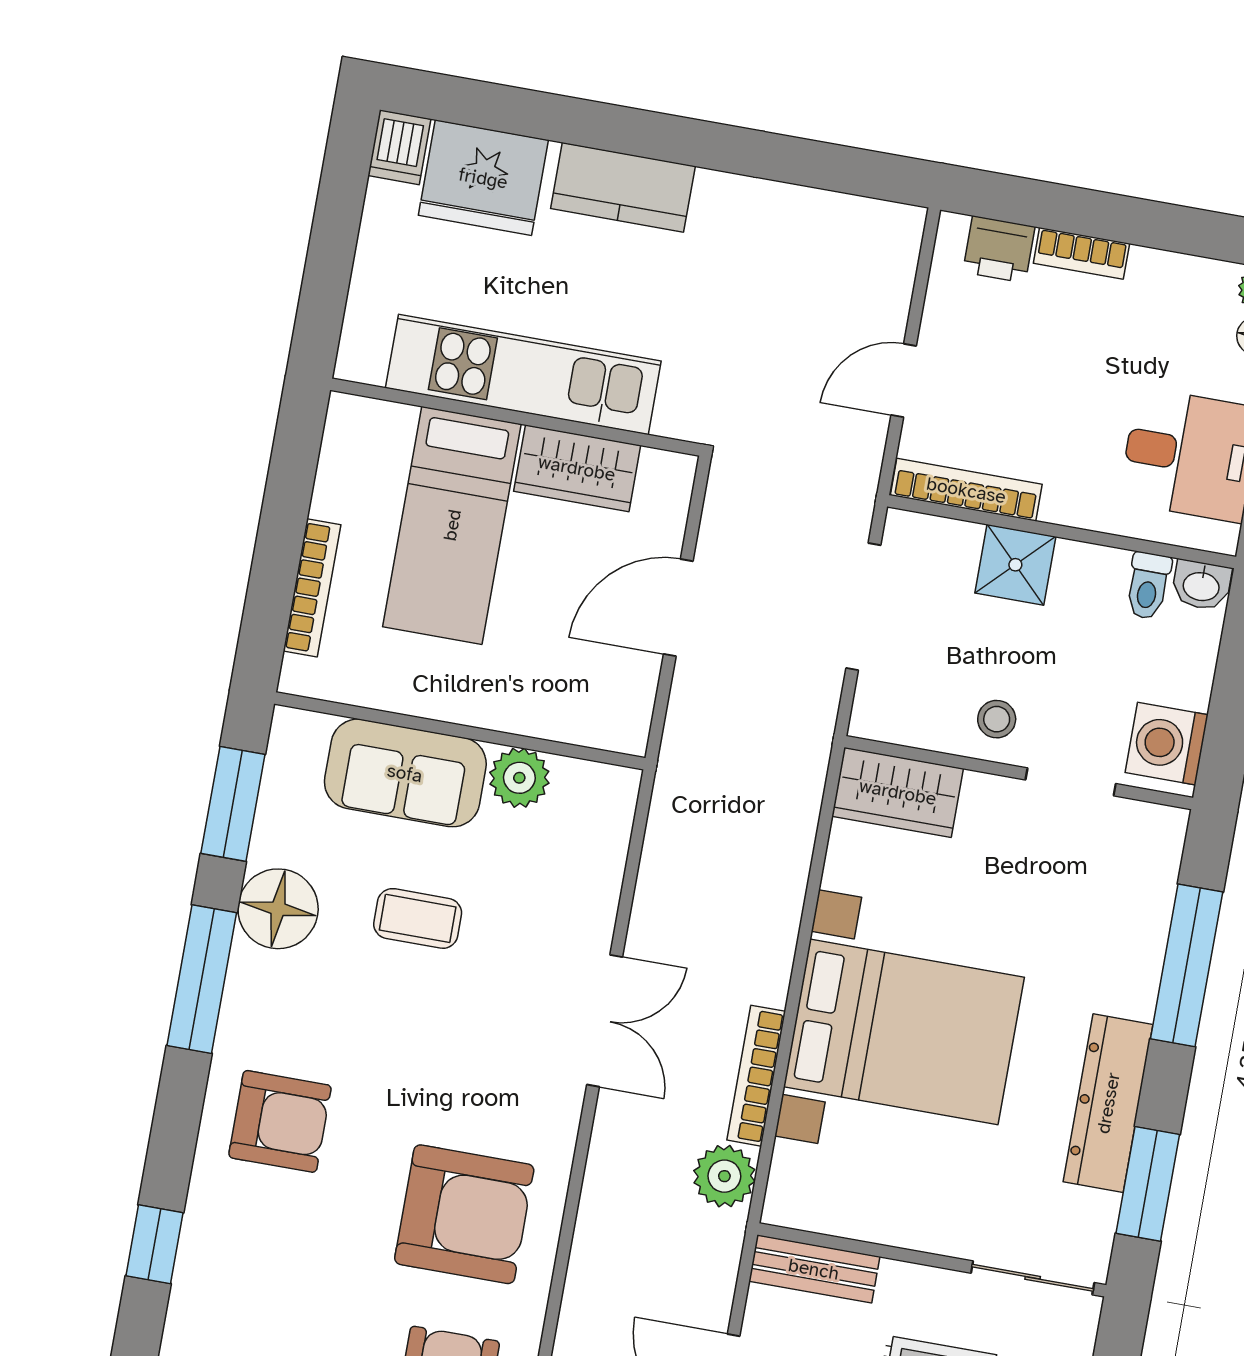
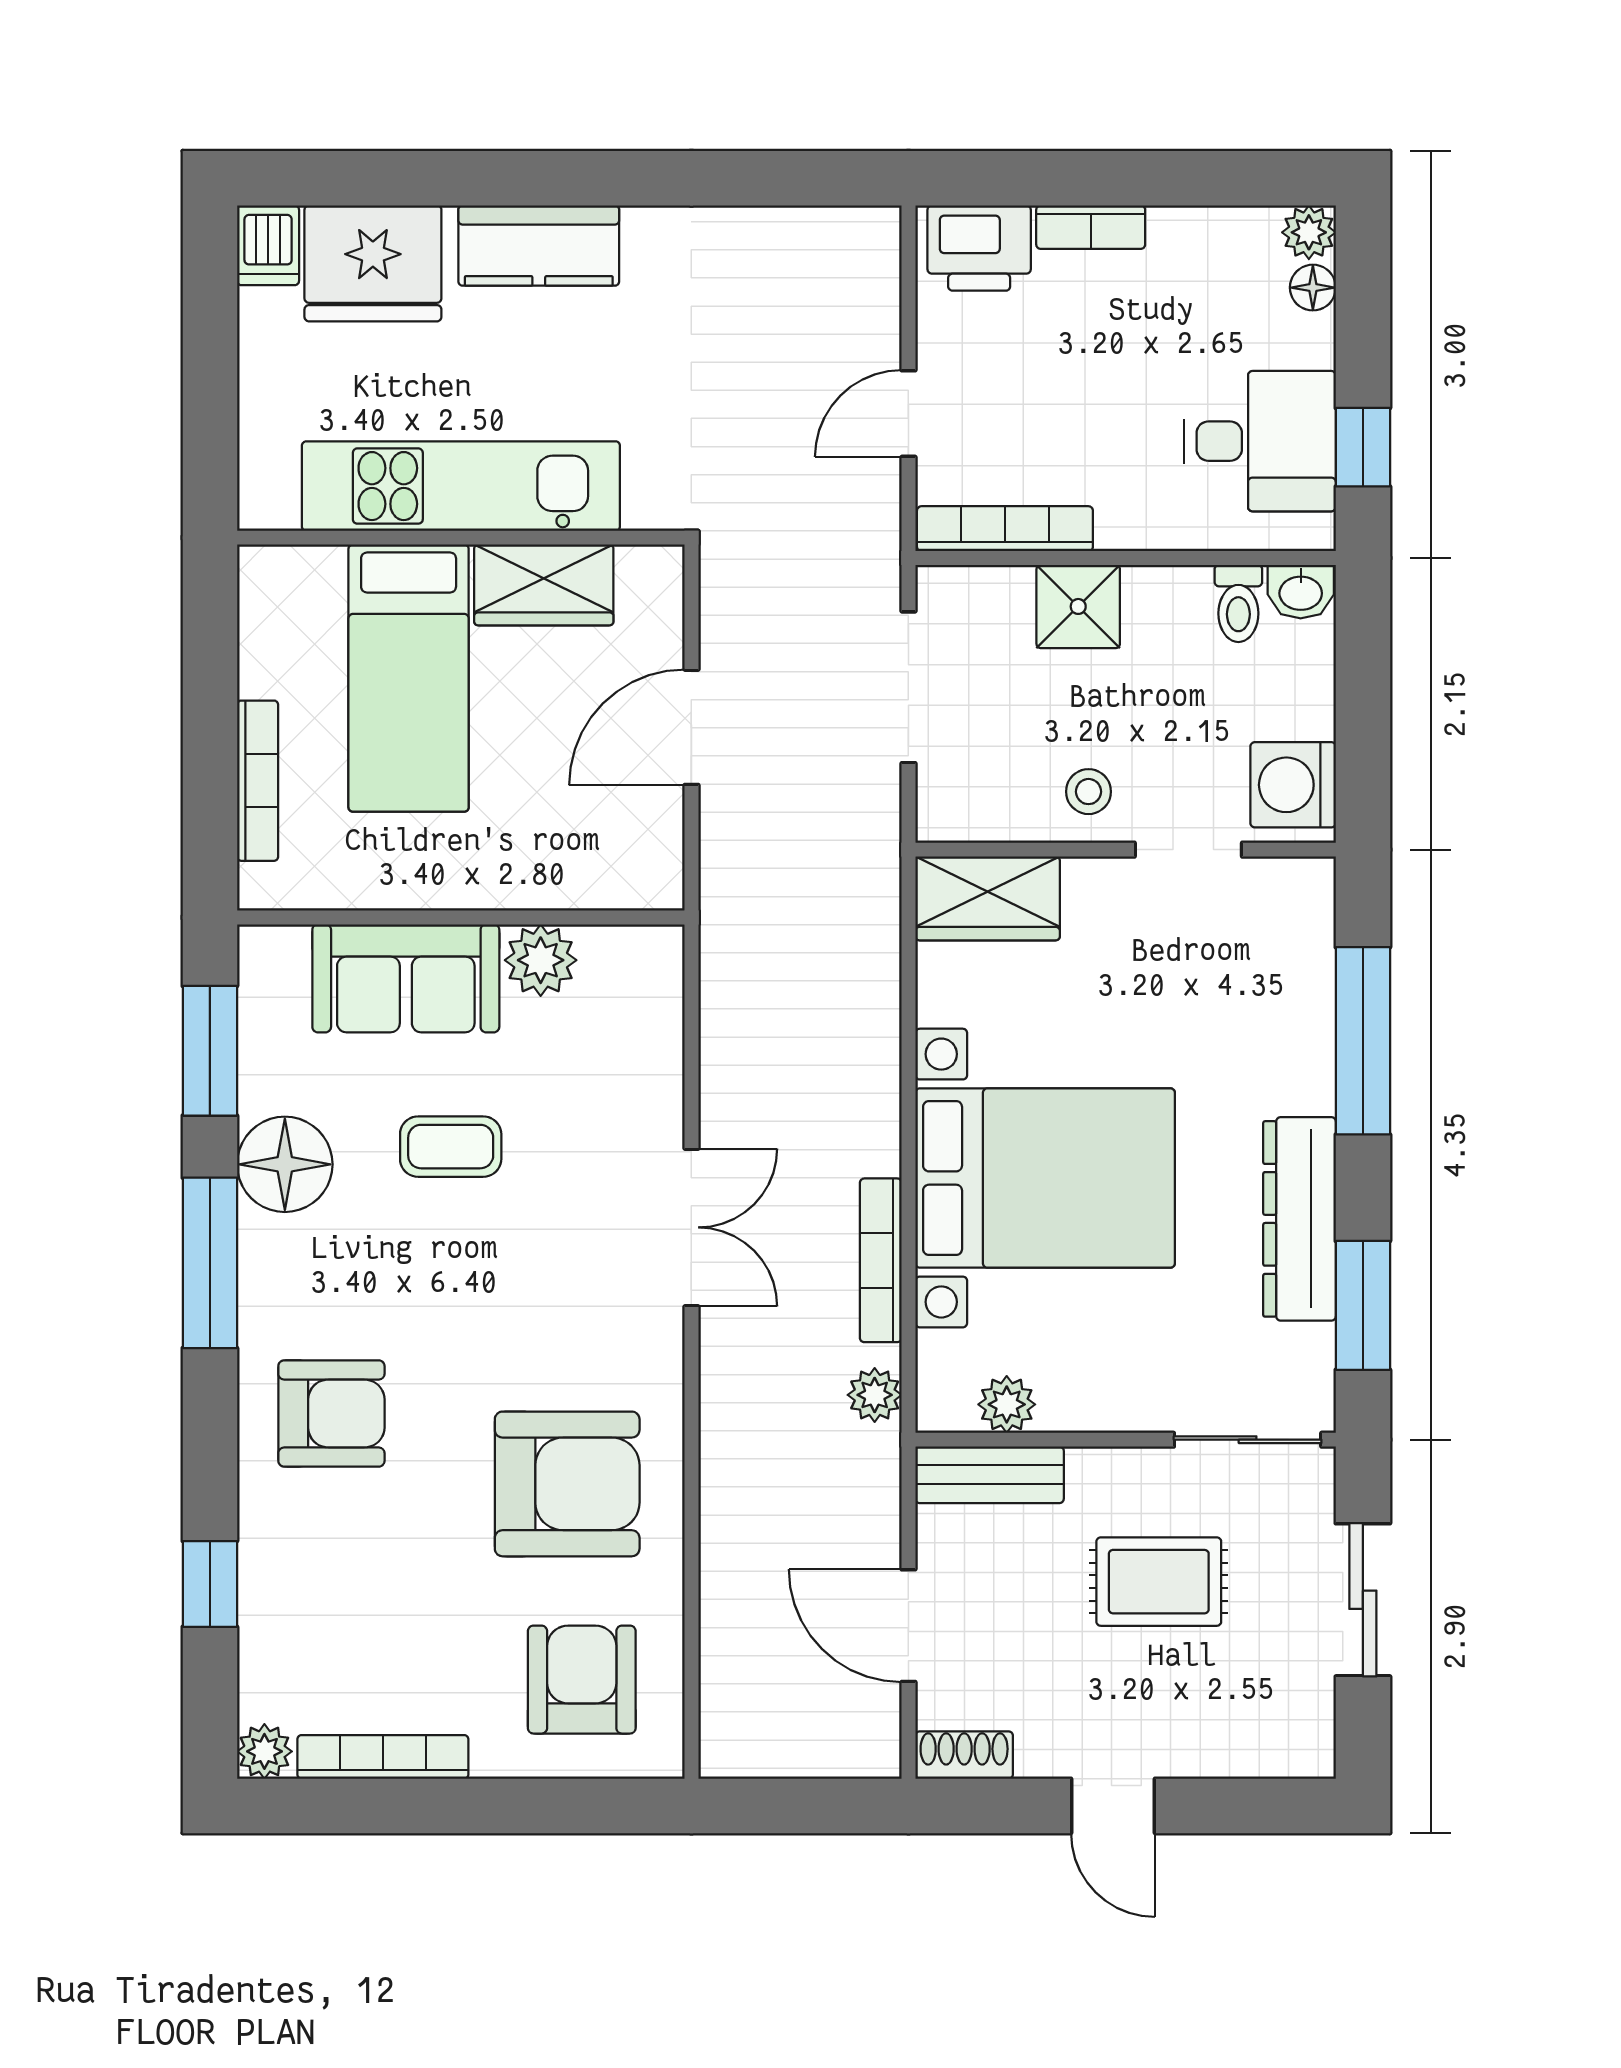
printer: (999, 249) -> (979, 248), width x1.36, depth x1.24
plant: (724, 1176) -> (875, 1395), width x0.73, depth x0.73
plant: (839, 1213) -> (1007, 1404), added

